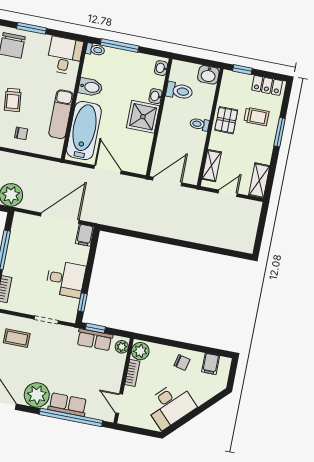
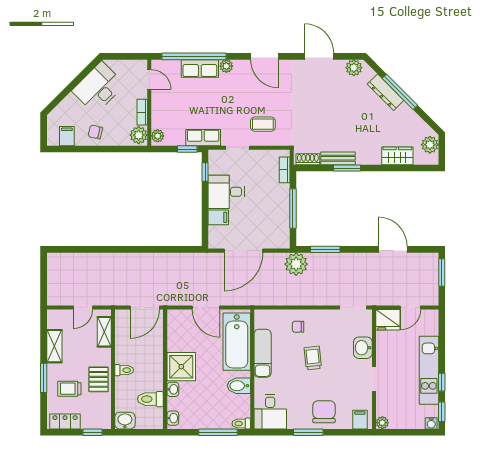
shelving: (259, 181) -> (54, 346), moved
filing cabinet: (85, 235) -> (218, 217), moved, turned 90
row of seats: (95, 340) -> (203, 138), moved
plant: (37, 395) -> (226, 66), width x0.53, depth x0.53

